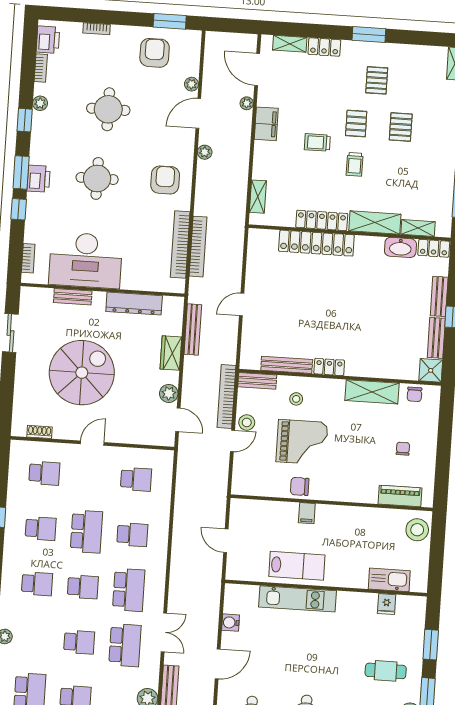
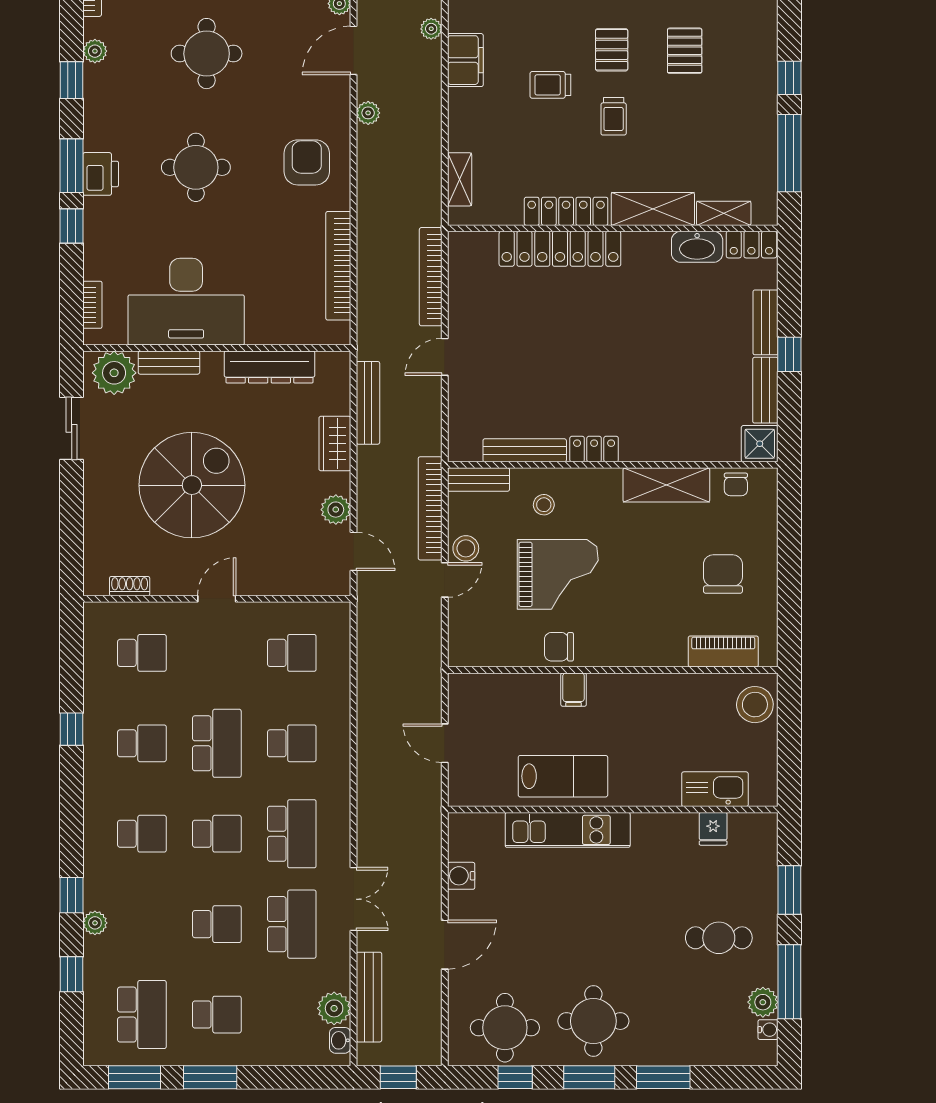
bookcase: (198, 247) -> (431, 277), moved, turned 180
plant: (39, 301) -> (114, 373), added
chair: (403, 449) -> (723, 574), width x1.87, depth x1.87

